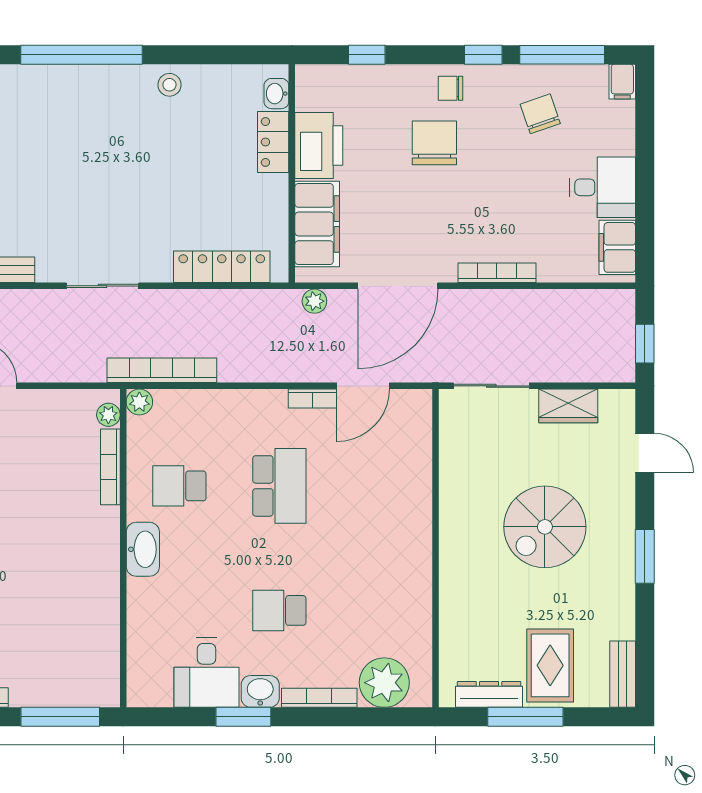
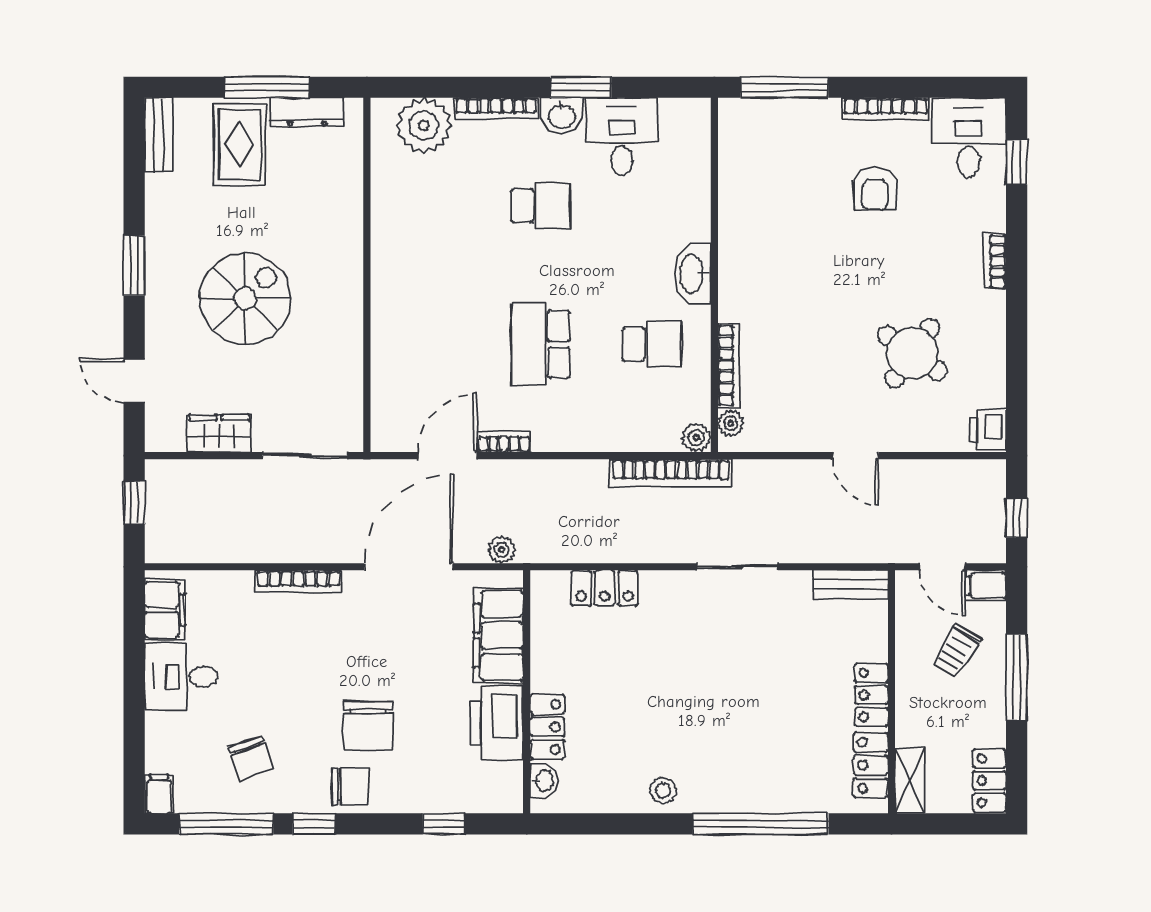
chair: (451, 88) -> (350, 787), width x1.37, depth x1.37
locker: (222, 267) -> (605, 588), width x0.66

